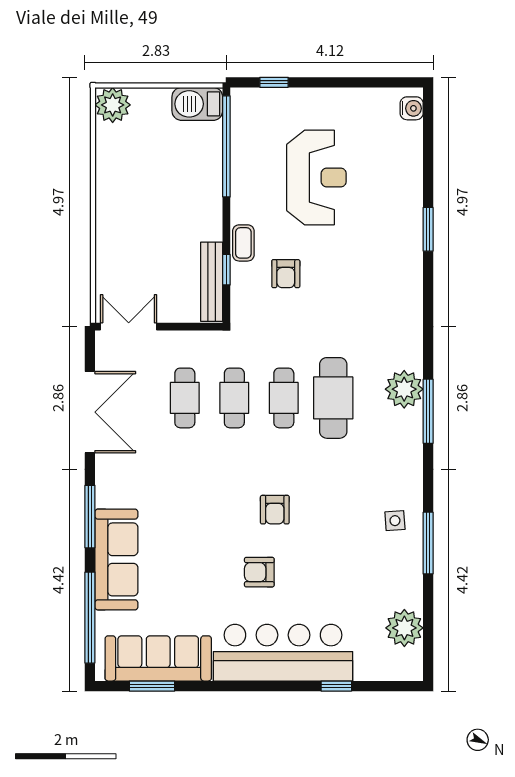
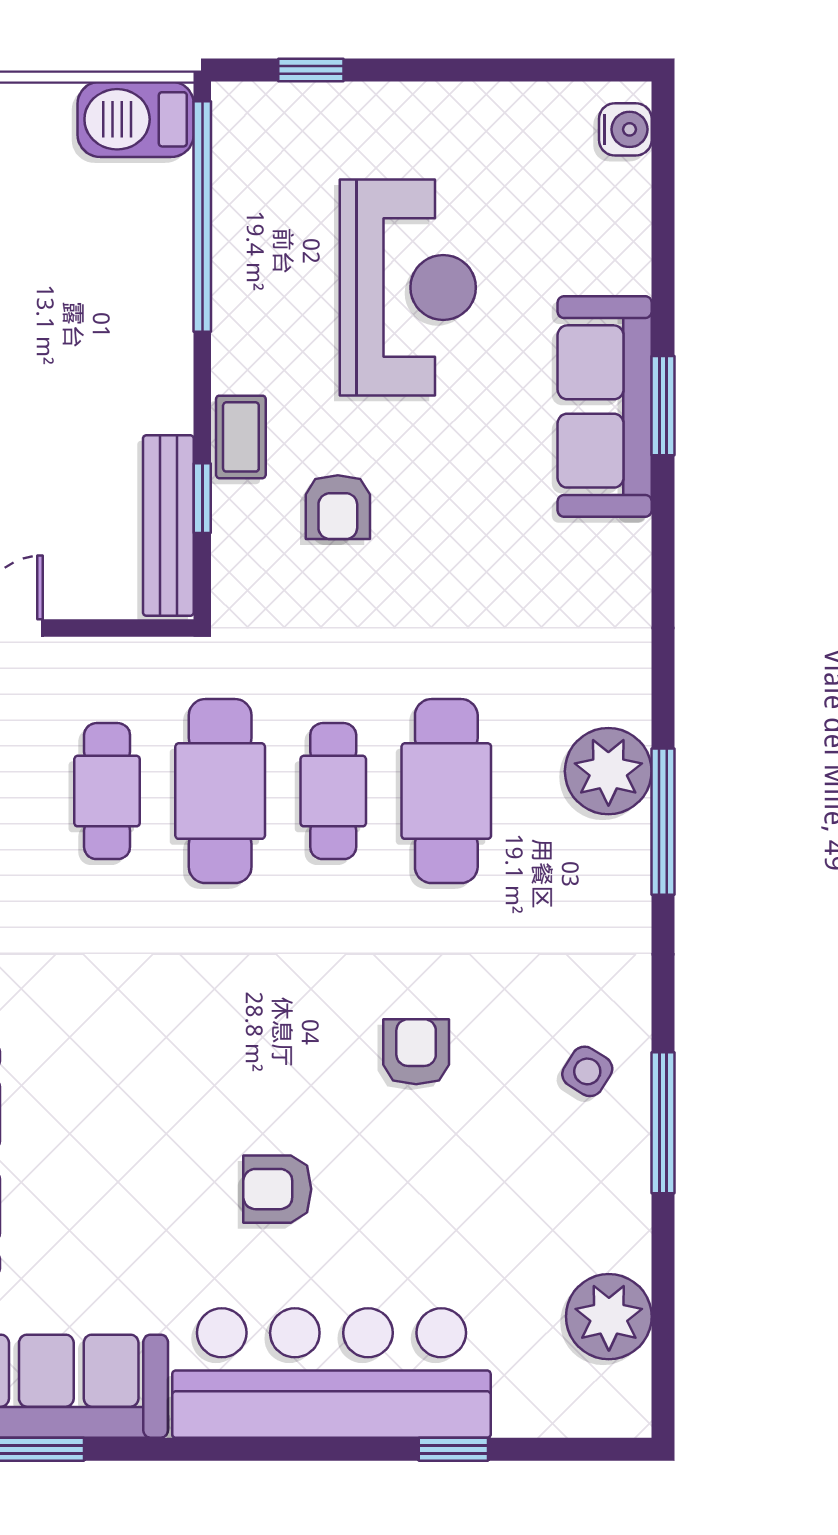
sofa: (403, 230) -> (605, 406), added
cafe table: (234, 398) -> (220, 791), width x1.37, depth x1.35
armchair: (275, 510) -> (416, 1052), moved, turned 180
side table: (395, 521) -> (587, 1071), turned 36

